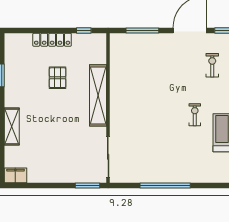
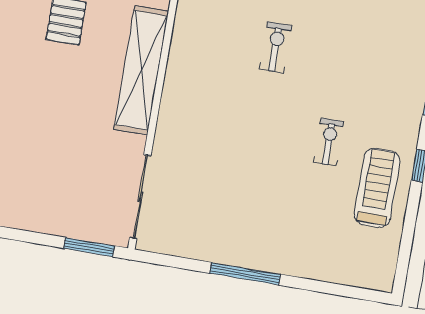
exercise bike: (212, 65) -> (276, 47), moved
window: (165, 185) -> (245, 274), width x0.68

